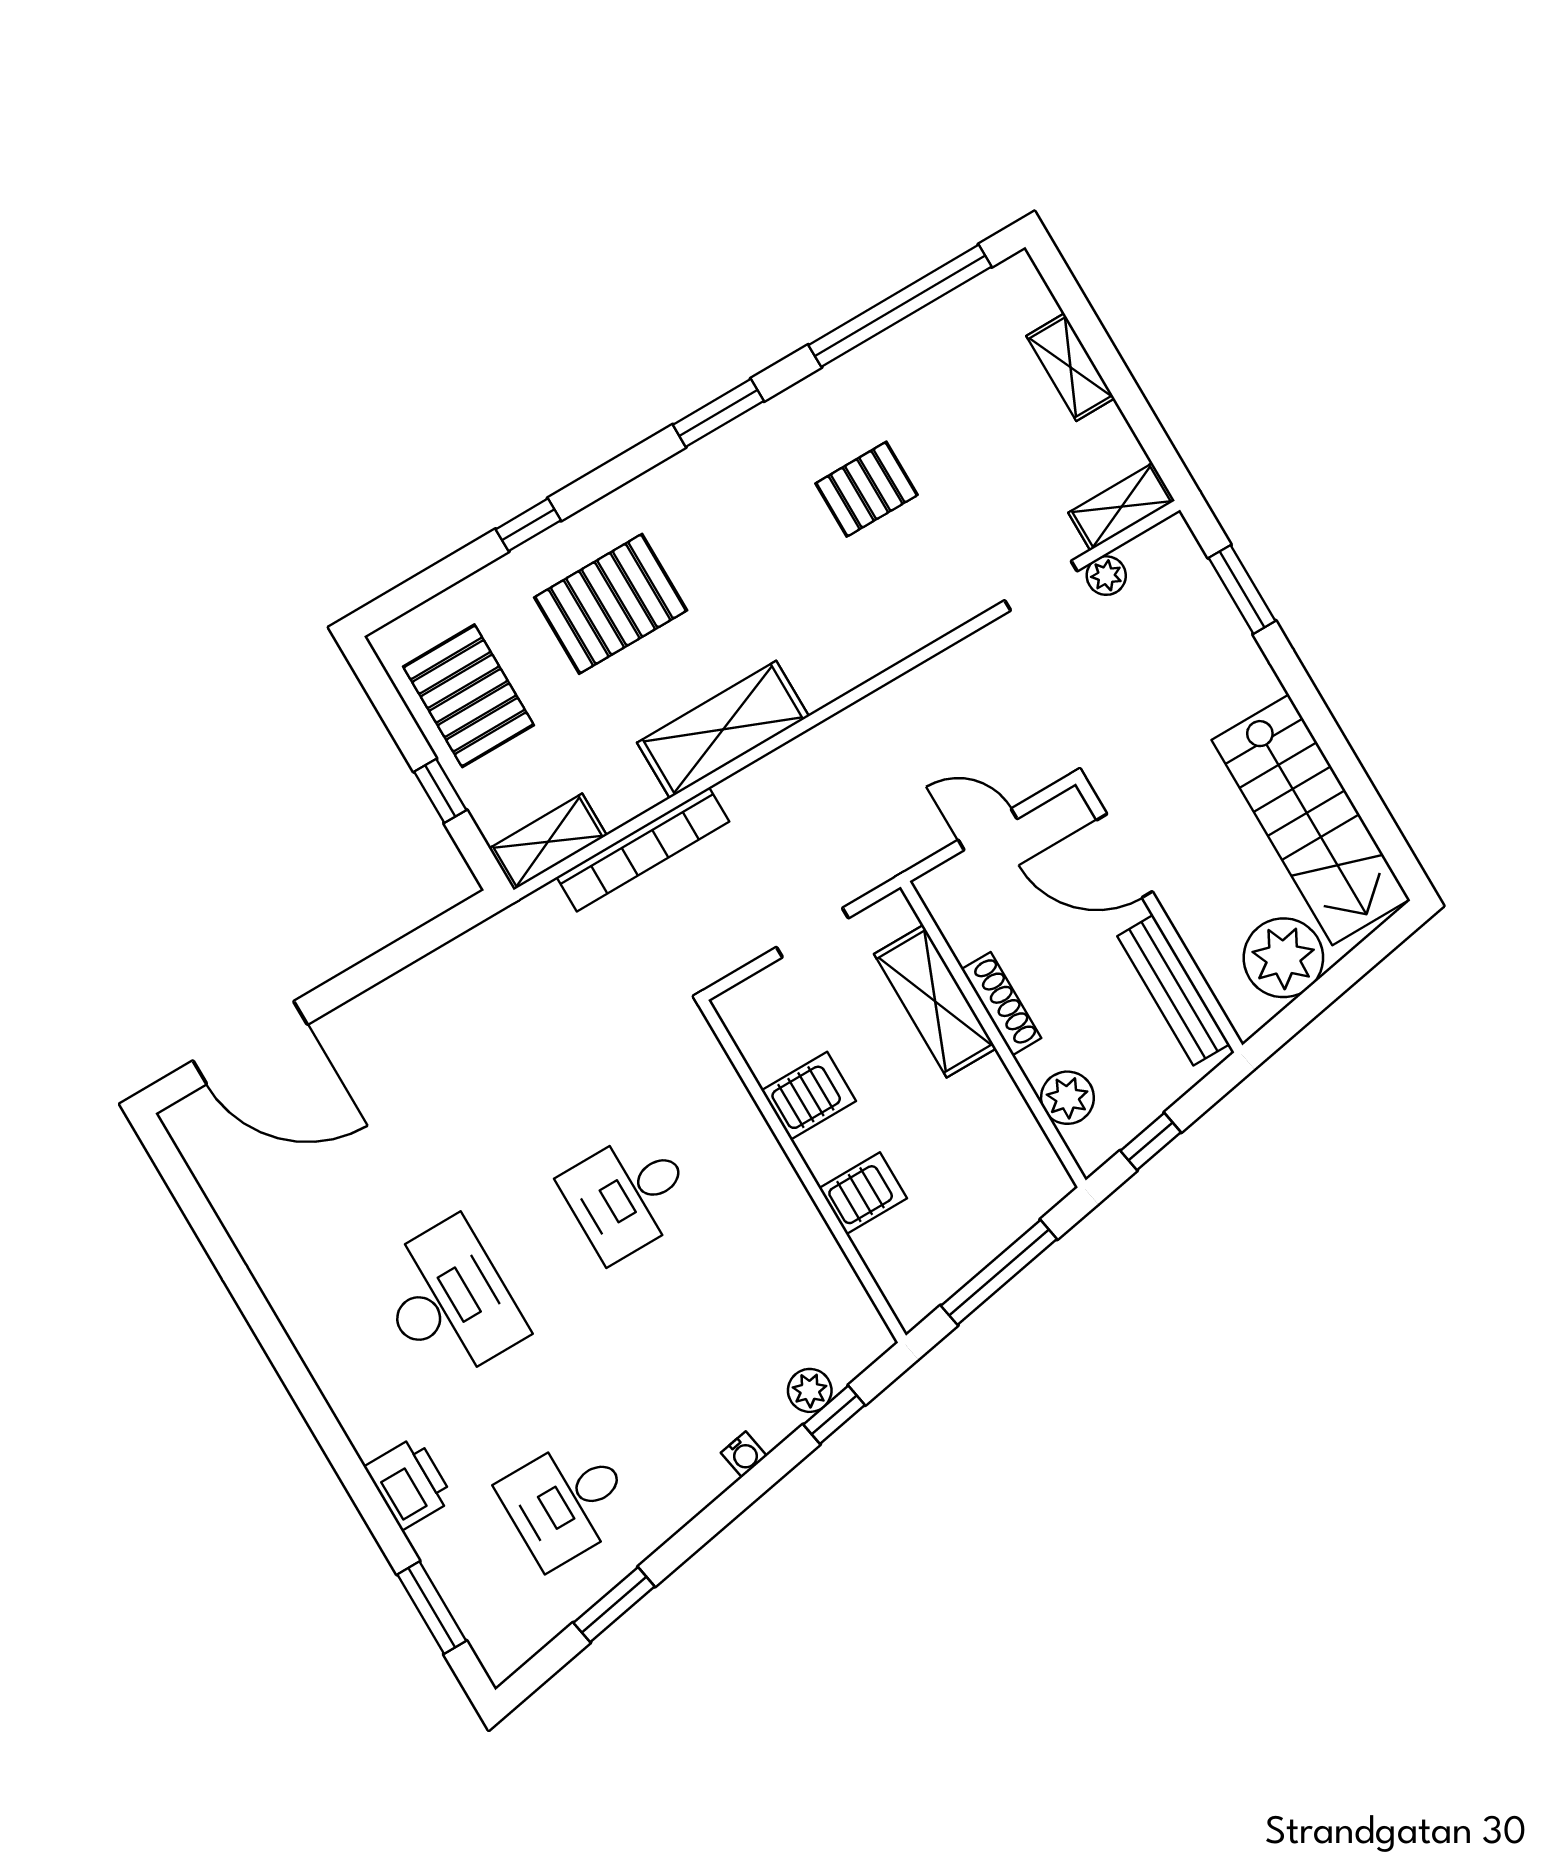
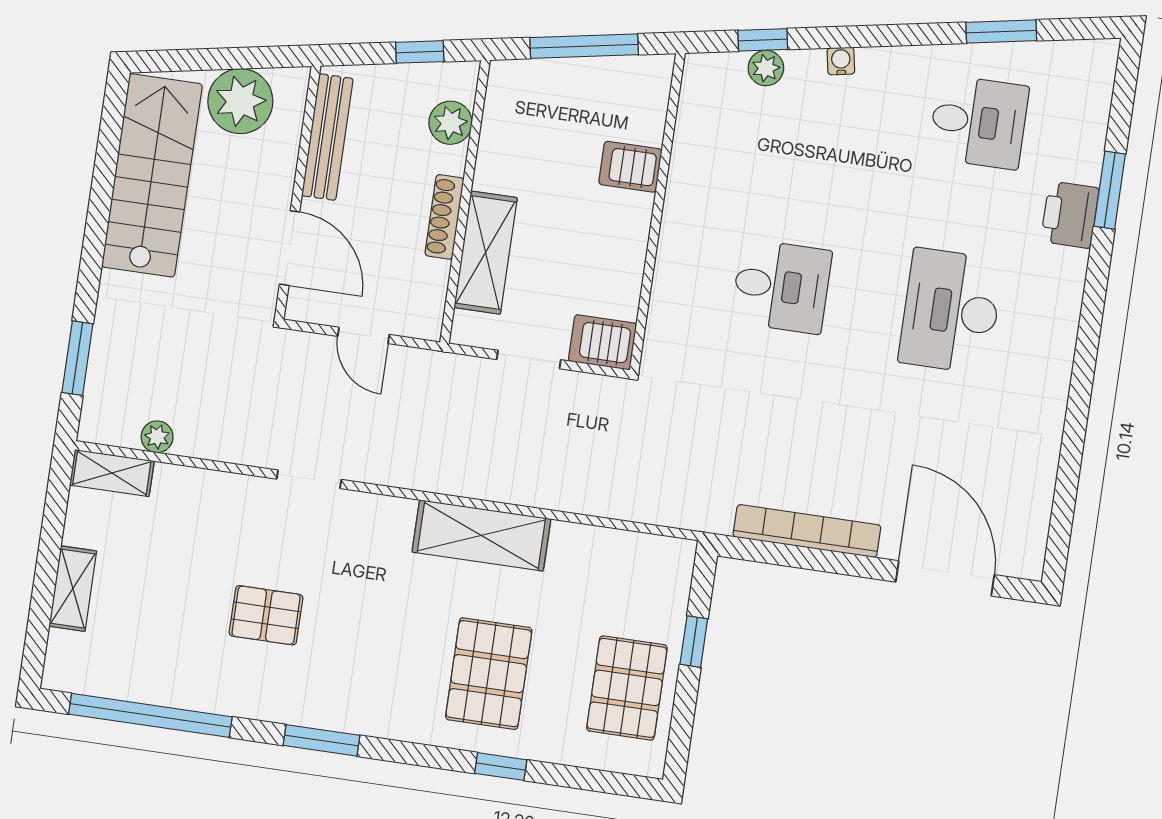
doorway: (1041, 586) -> (309, 479), moved
pallet: (611, 604) -> (489, 674), turned 90
shelving: (548, 842) -> (651, 554), removed
bookcase: (643, 849) -> (807, 531), moved
server rack: (809, 1096) -> (603, 342), moved
window: (432, 1608) -> (1110, 190), moved

